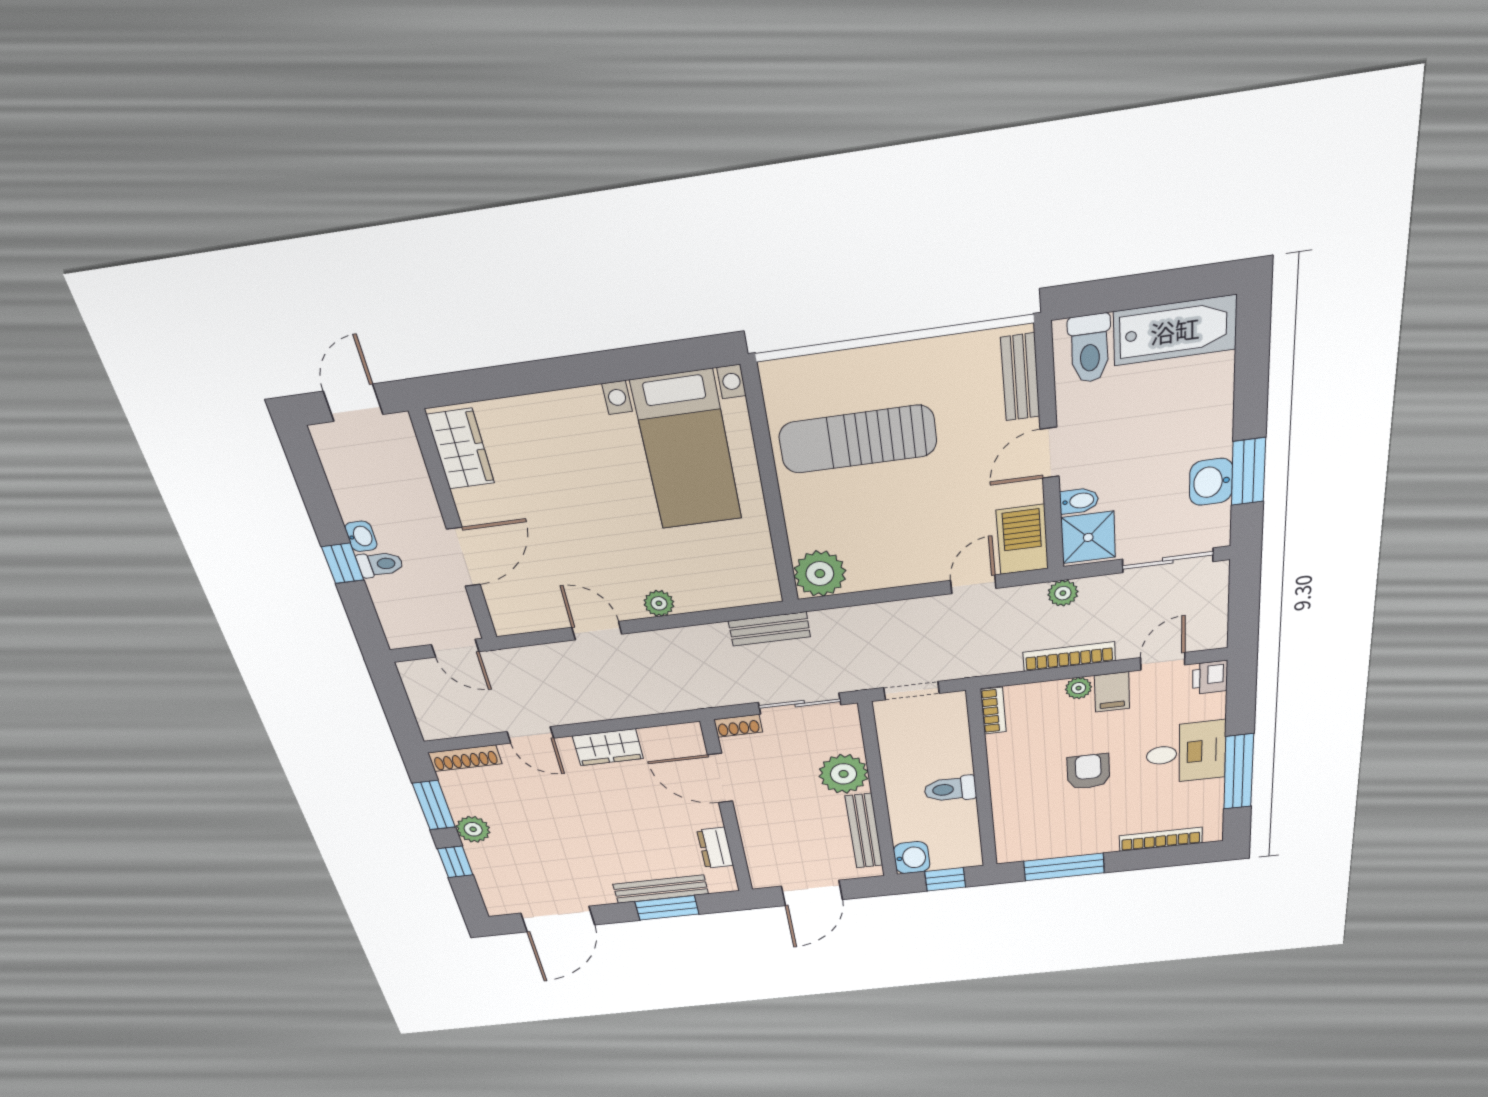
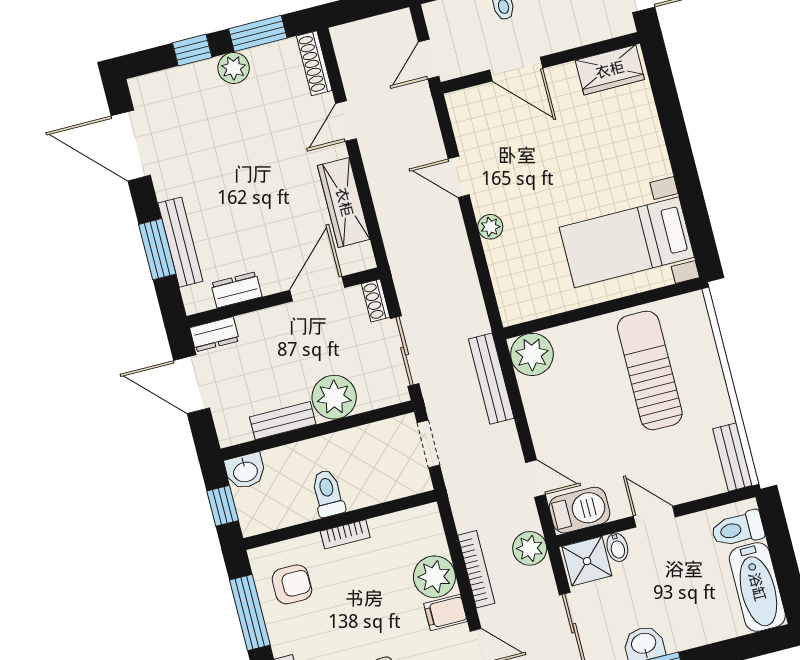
bench: (1020, 377) -> (733, 457), moved, turned 90
plant: (1063, 593) -> (530, 548), width x1.38, depth x1.38
bench: (769, 629) -> (491, 379), moved, width x1.36
door: (597, 631) -> (459, 177), swing flipped
plant: (1079, 688) -> (434, 577), width x1.88, depth x1.88
bookcase: (993, 711) -> (345, 534), moved
wardrobe: (608, 747) -> (344, 202), width x1.50
armchair: (1088, 772) -> (292, 584), moved
bench: (864, 831) -> (283, 421), width x0.73
dresser: (761, 870) -> (214, 334), added

